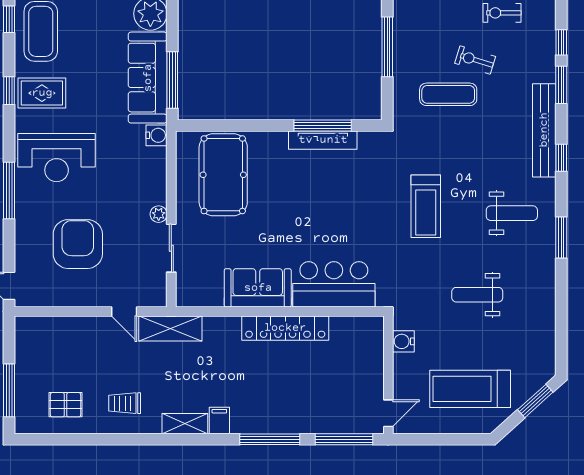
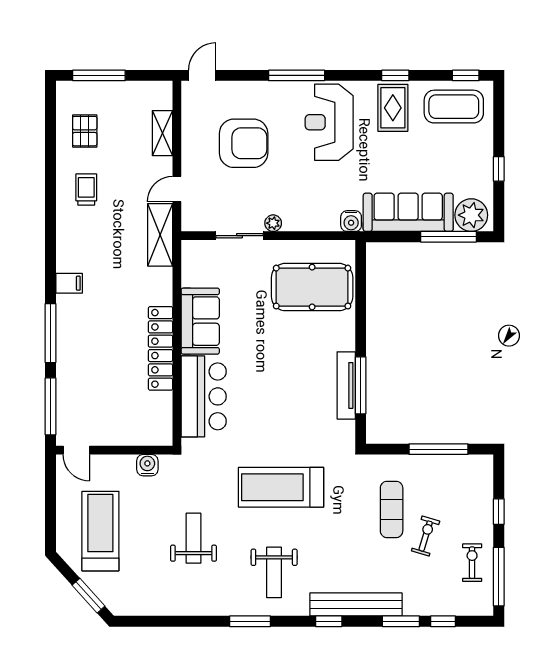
window: (172, 80) -> (448, 237), moved
treadmill: (426, 206) -> (281, 487), width x1.37, depth x1.37
shelving: (185, 424) -> (163, 133), moved

